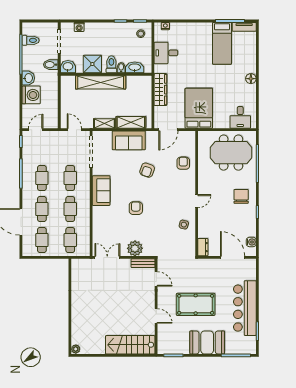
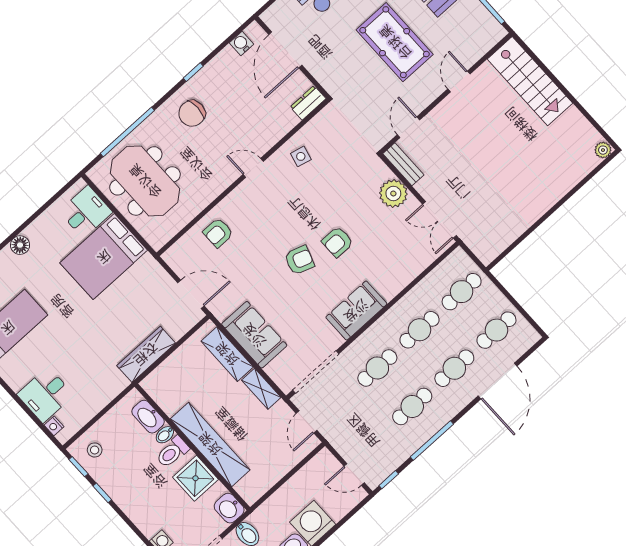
desk: (166, 53) -> (45, 395), moved, turned 90
bed: (199, 108) -> (104, 257), moved
armchair: (147, 170) -> (299, 260), moved

